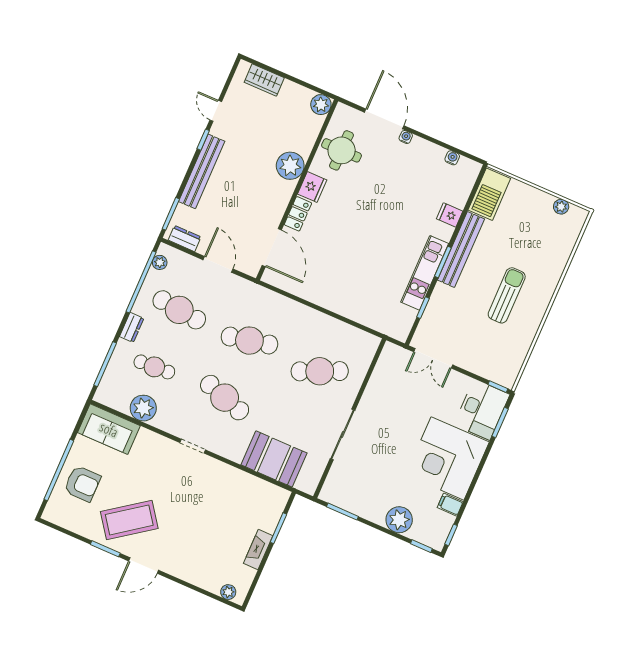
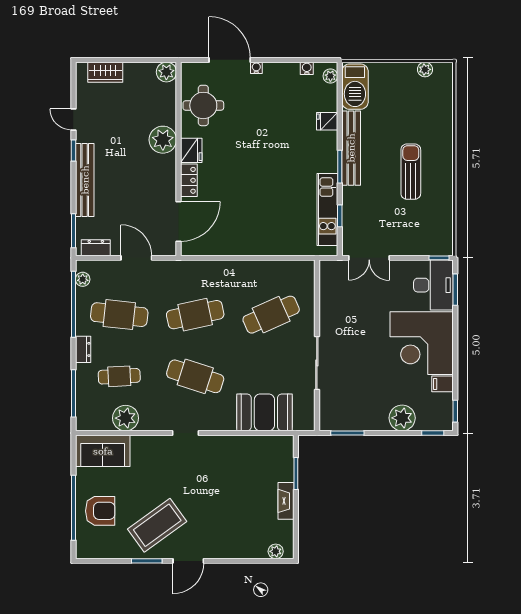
plant: (471, 175) -> (330, 76), added
door: (272, 248) -> (179, 221), hinge flipped
kitchen unit: (425, 273) -> (327, 209), moved

